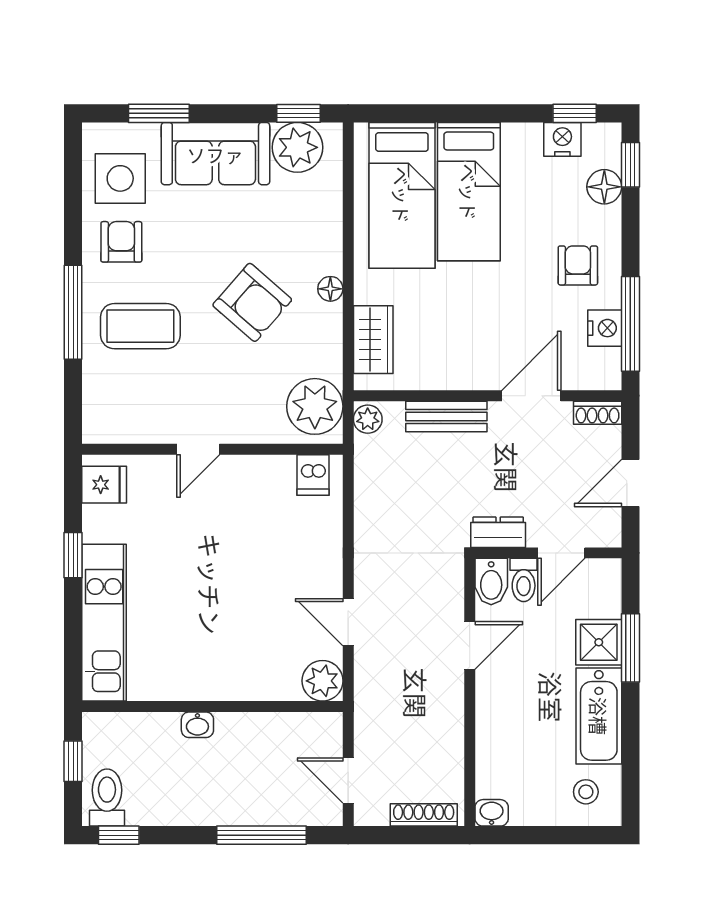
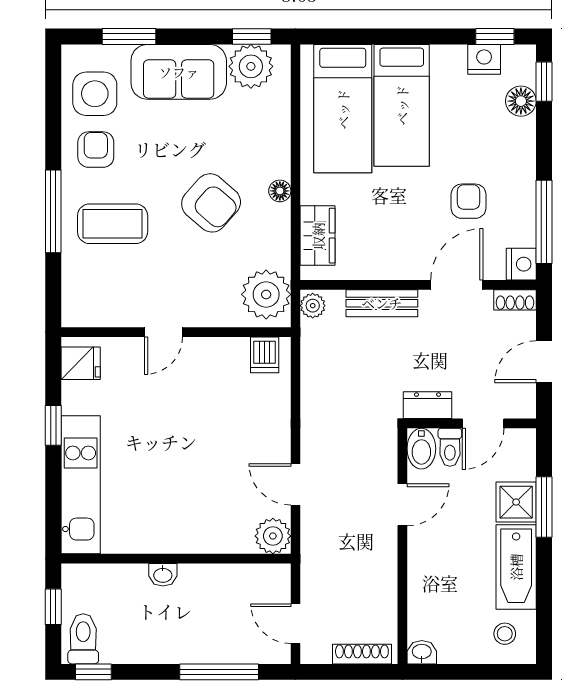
armchair: (578, 265) -> (469, 201), moved
nightstand: (605, 328) -> (521, 264), moved

